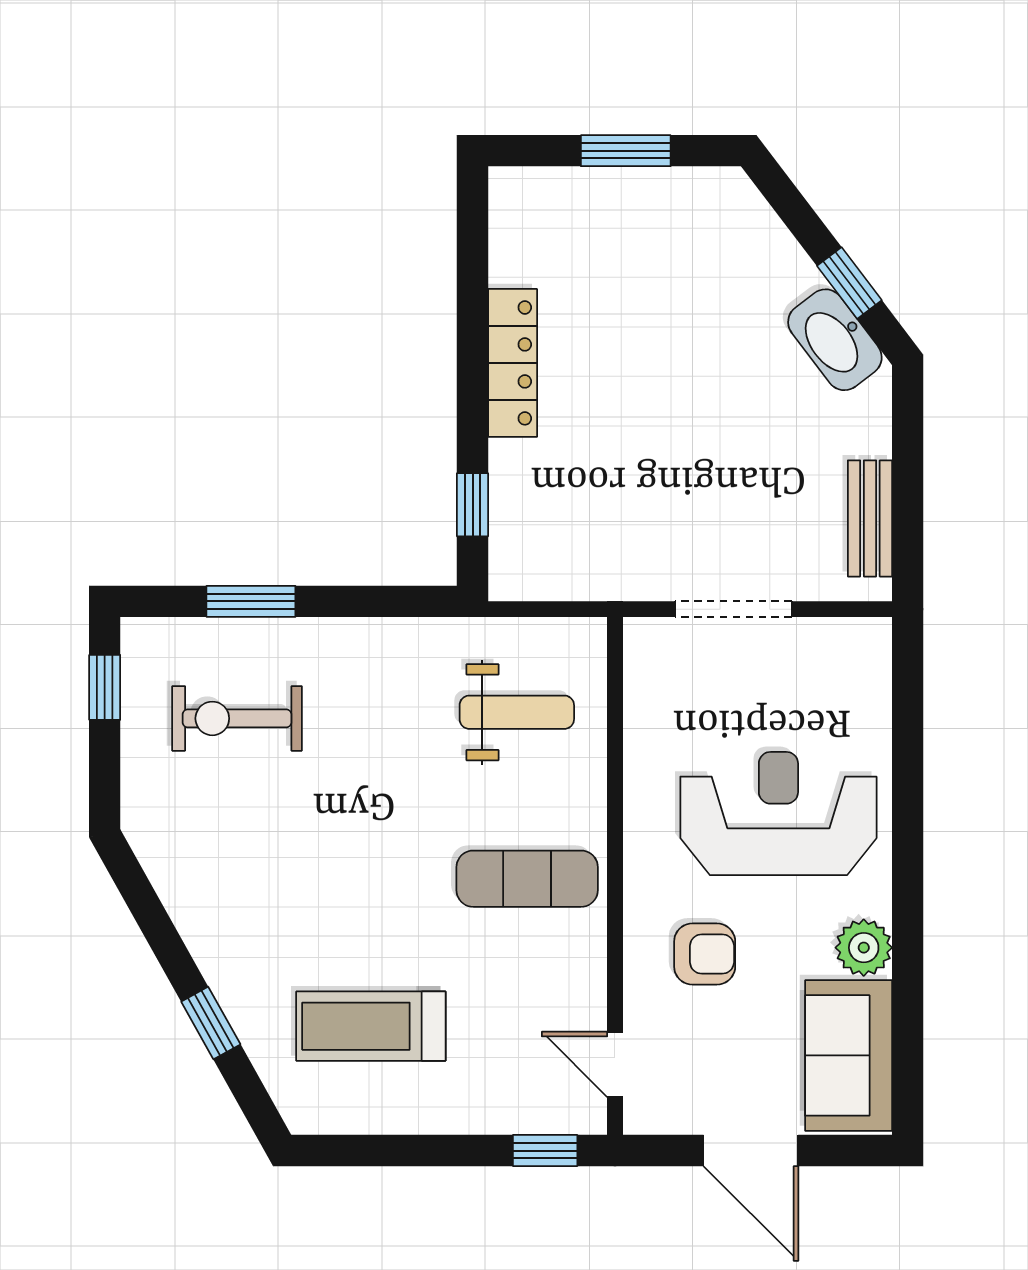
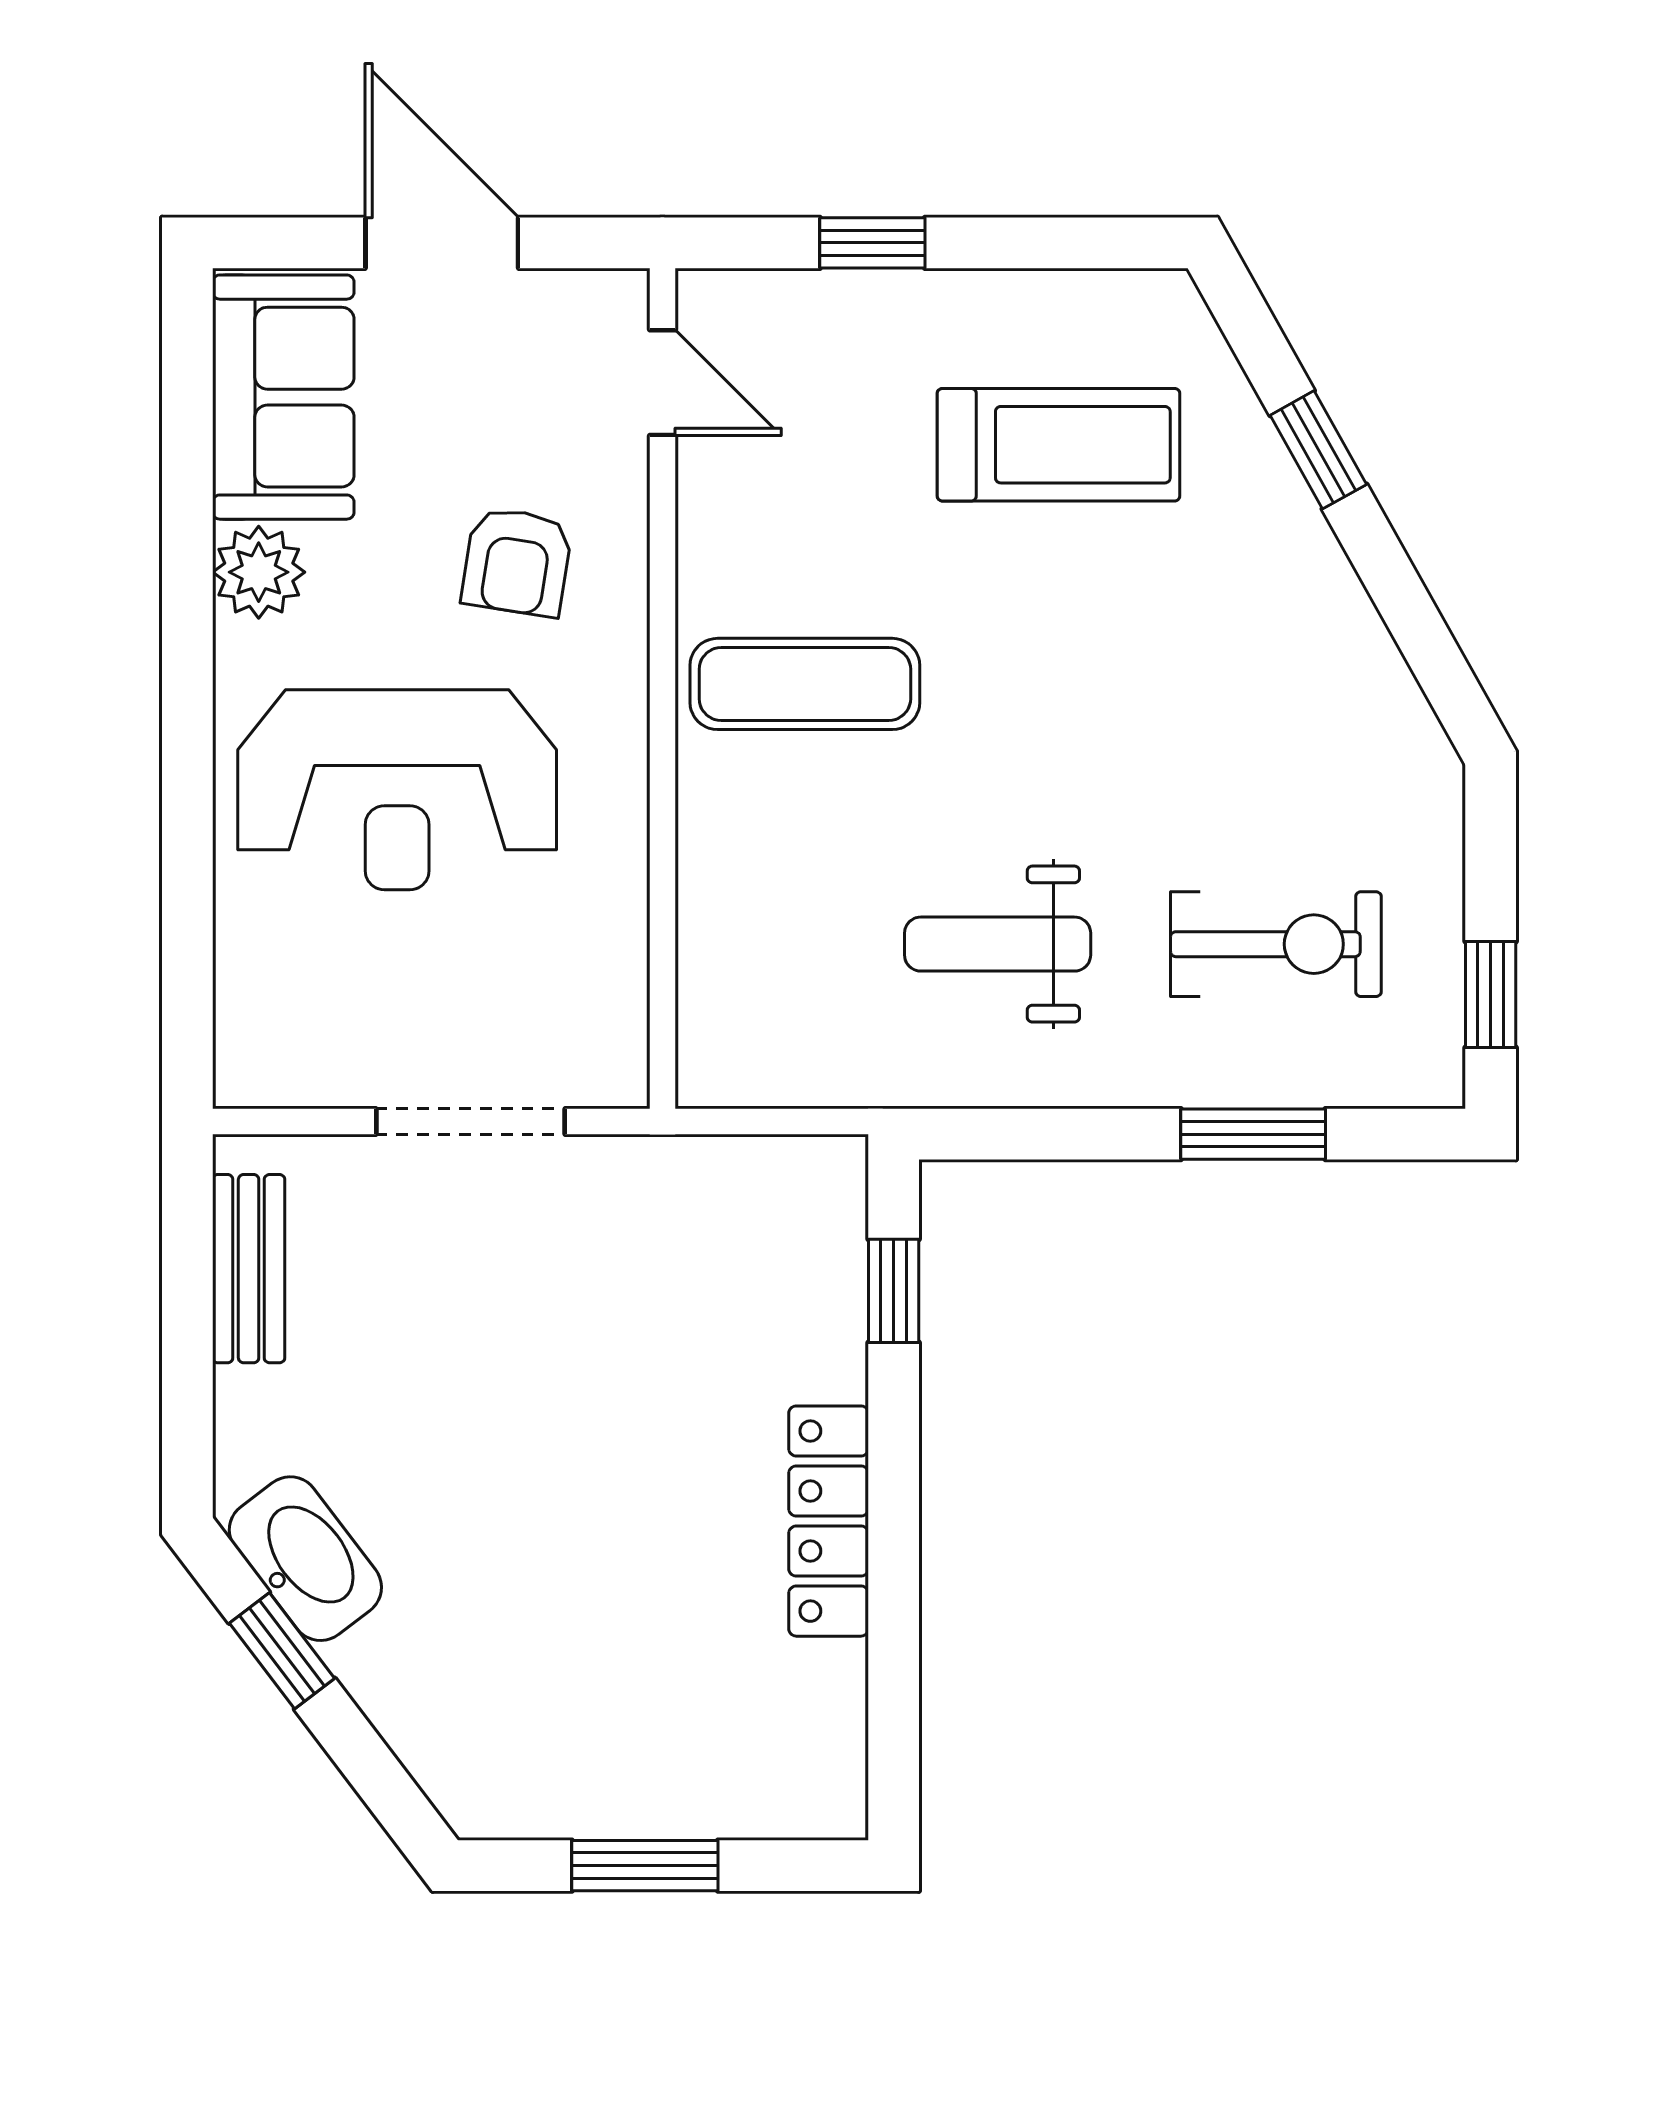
weight bench: (517, 712) -> (998, 944), moved
armchair: (705, 954) -> (517, 562), turned -81
window: (545, 1151) -> (872, 243), moved

